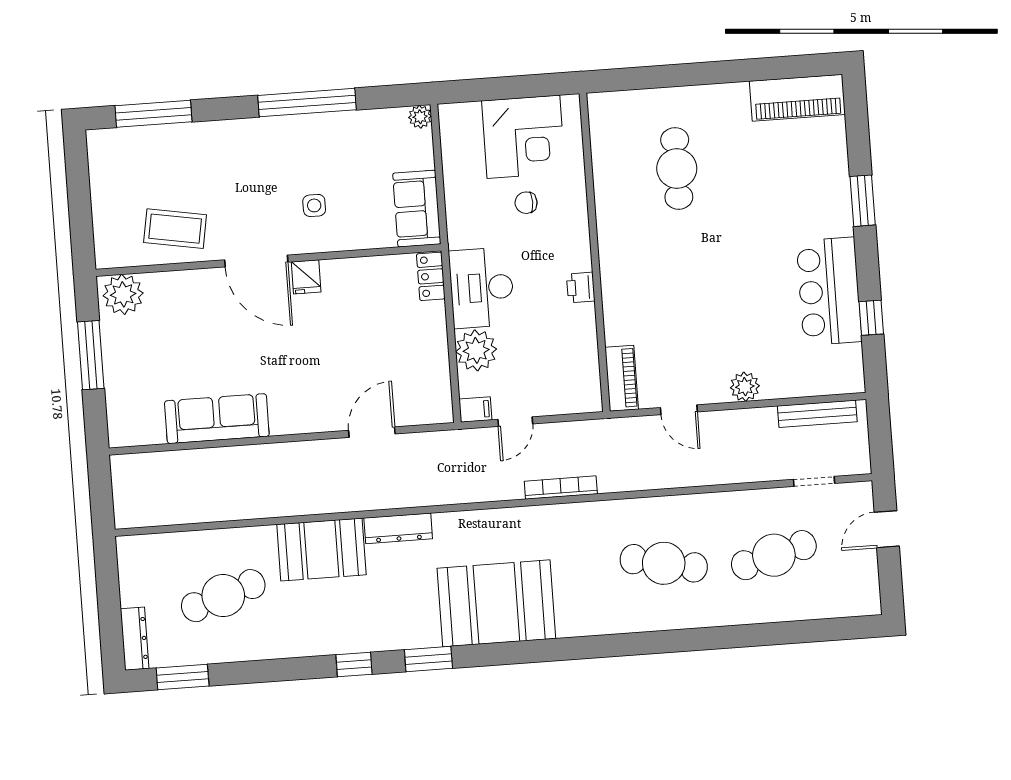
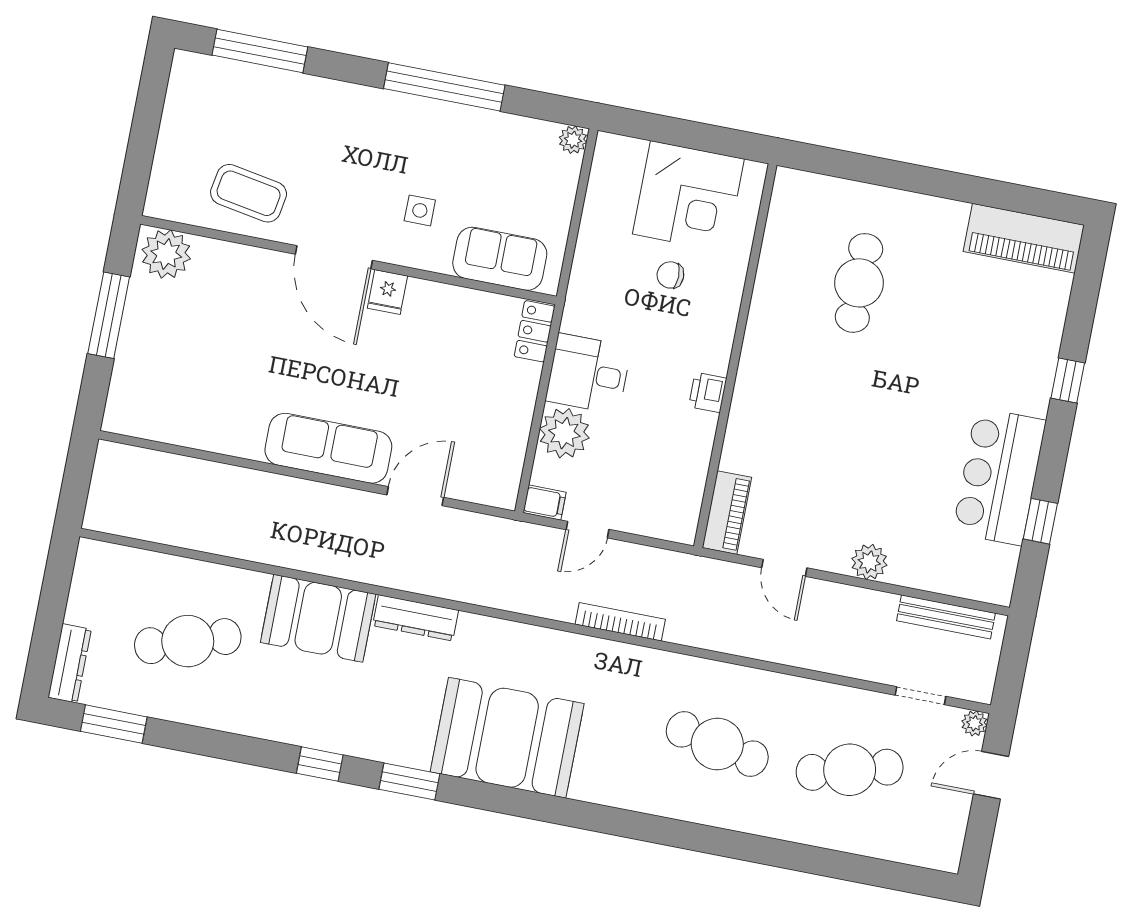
window: (863, 201) -> (1068, 380), width x0.67
sofa: (417, 209) -> (500, 259), moved, turned 90
desk: (482, 288) -> (588, 374), width x0.73
sofa: (217, 419) -> (328, 448), moved
plant: (863, 492) -> (974, 723), added

